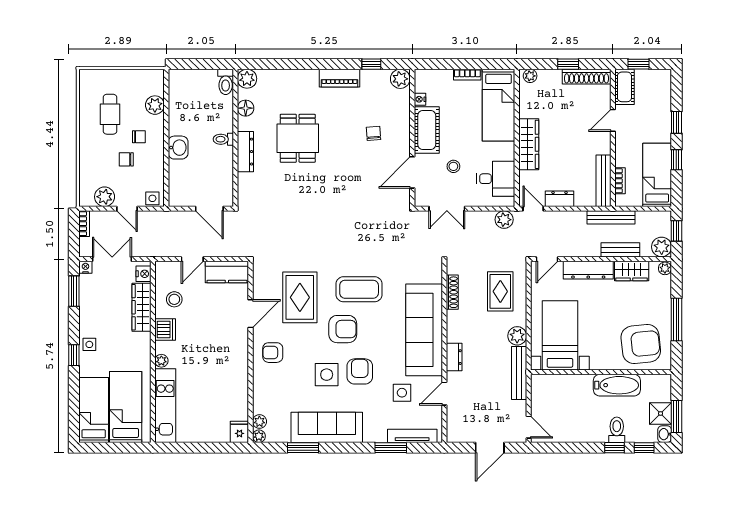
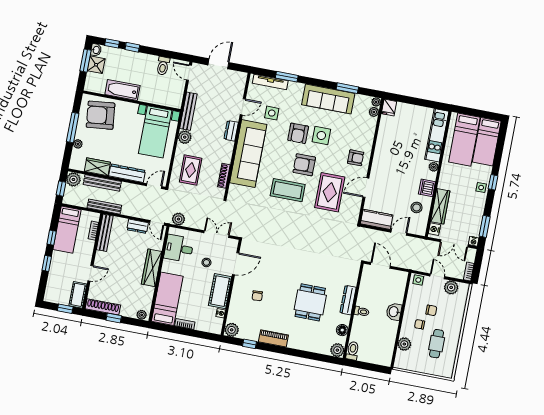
bench: (620, 250) -> (102, 183), width x1.36
plant: (665, 268) -> (78, 144), moved
toilet: (617, 430) -> (163, 66), moved

